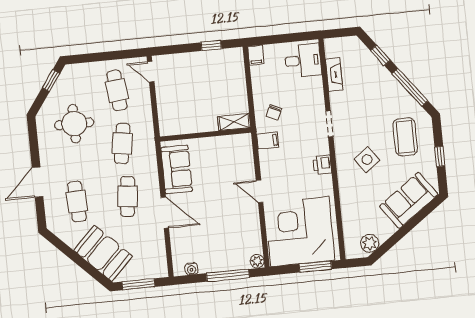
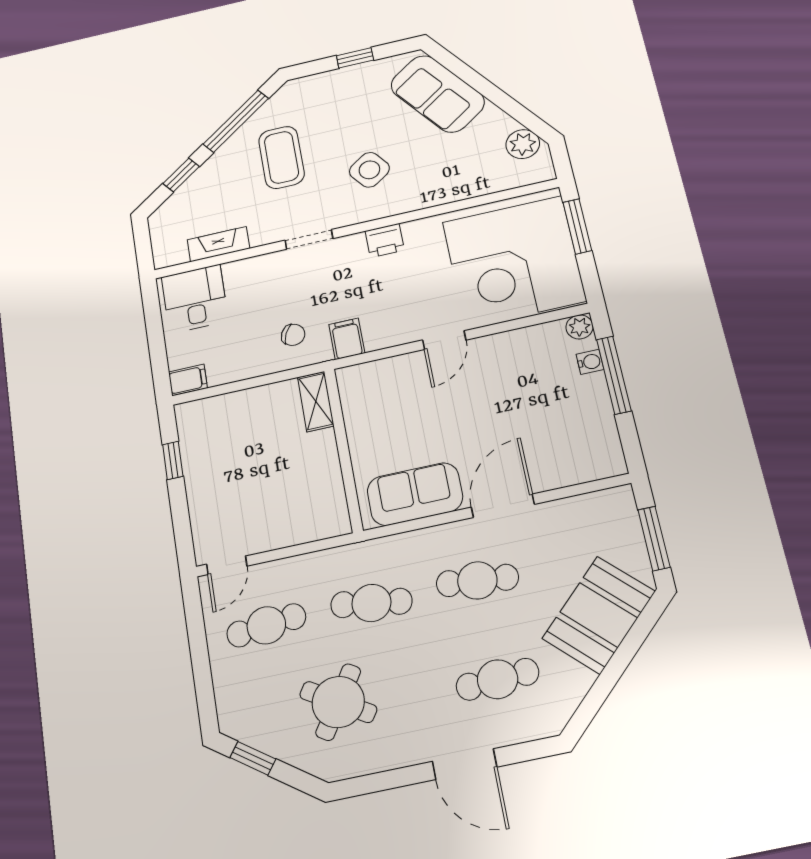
round table: (74, 124) -> (338, 702), turned 32
coffee table: (405, 137) -> (281, 157), moved, turned 90
water cooler: (191, 269) -> (590, 362), moved

